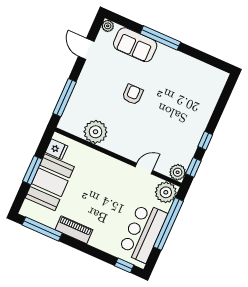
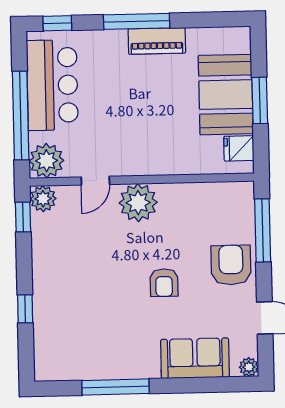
window: (160, 38) -> (115, 387), moved
armchair: (91, 87) -> (231, 265), added
plant: (95, 132) -> (138, 203), moved
window: (205, 141) -> (25, 309), moved
window: (42, 229) -> (137, 21), moved

